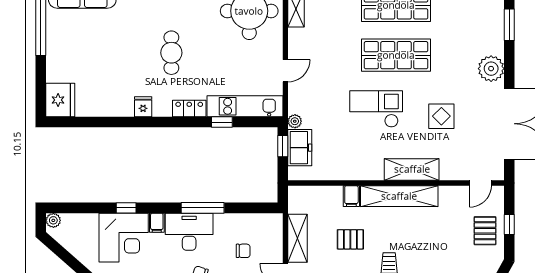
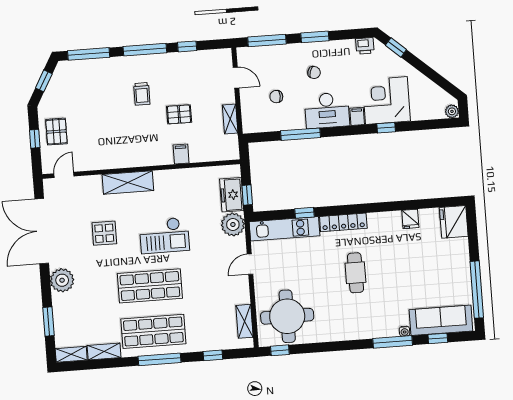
fridge: (143, 107) -> (410, 219), moved
locker: (189, 109) -> (343, 222), width x1.53
plant: (295, 121) -> (233, 224), width x1.88, depth x1.88
shelving: (399, 196) -> (137, 157), removed
window: (203, 208) -> (301, 134), moved
shelving: (298, 238) -> (230, 119), width x0.67, depth x0.75

